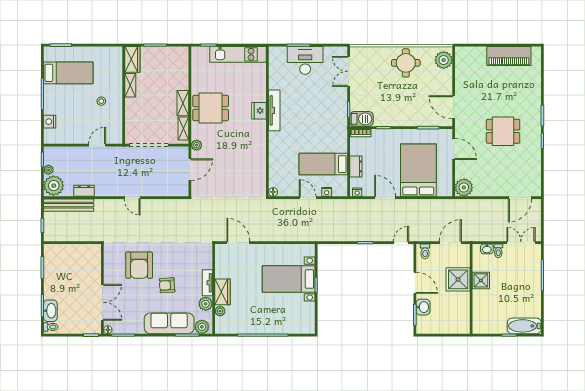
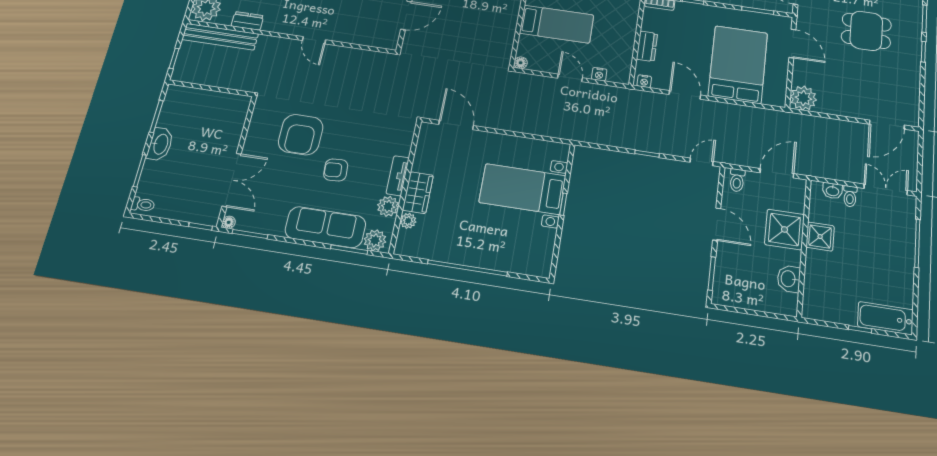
bed: (323, 164) -> (557, 24), moved, turned 180
washbasin: (423, 307) -> (789, 279), moved, turned 180
washbasin: (50, 311) -> (160, 144), moved

